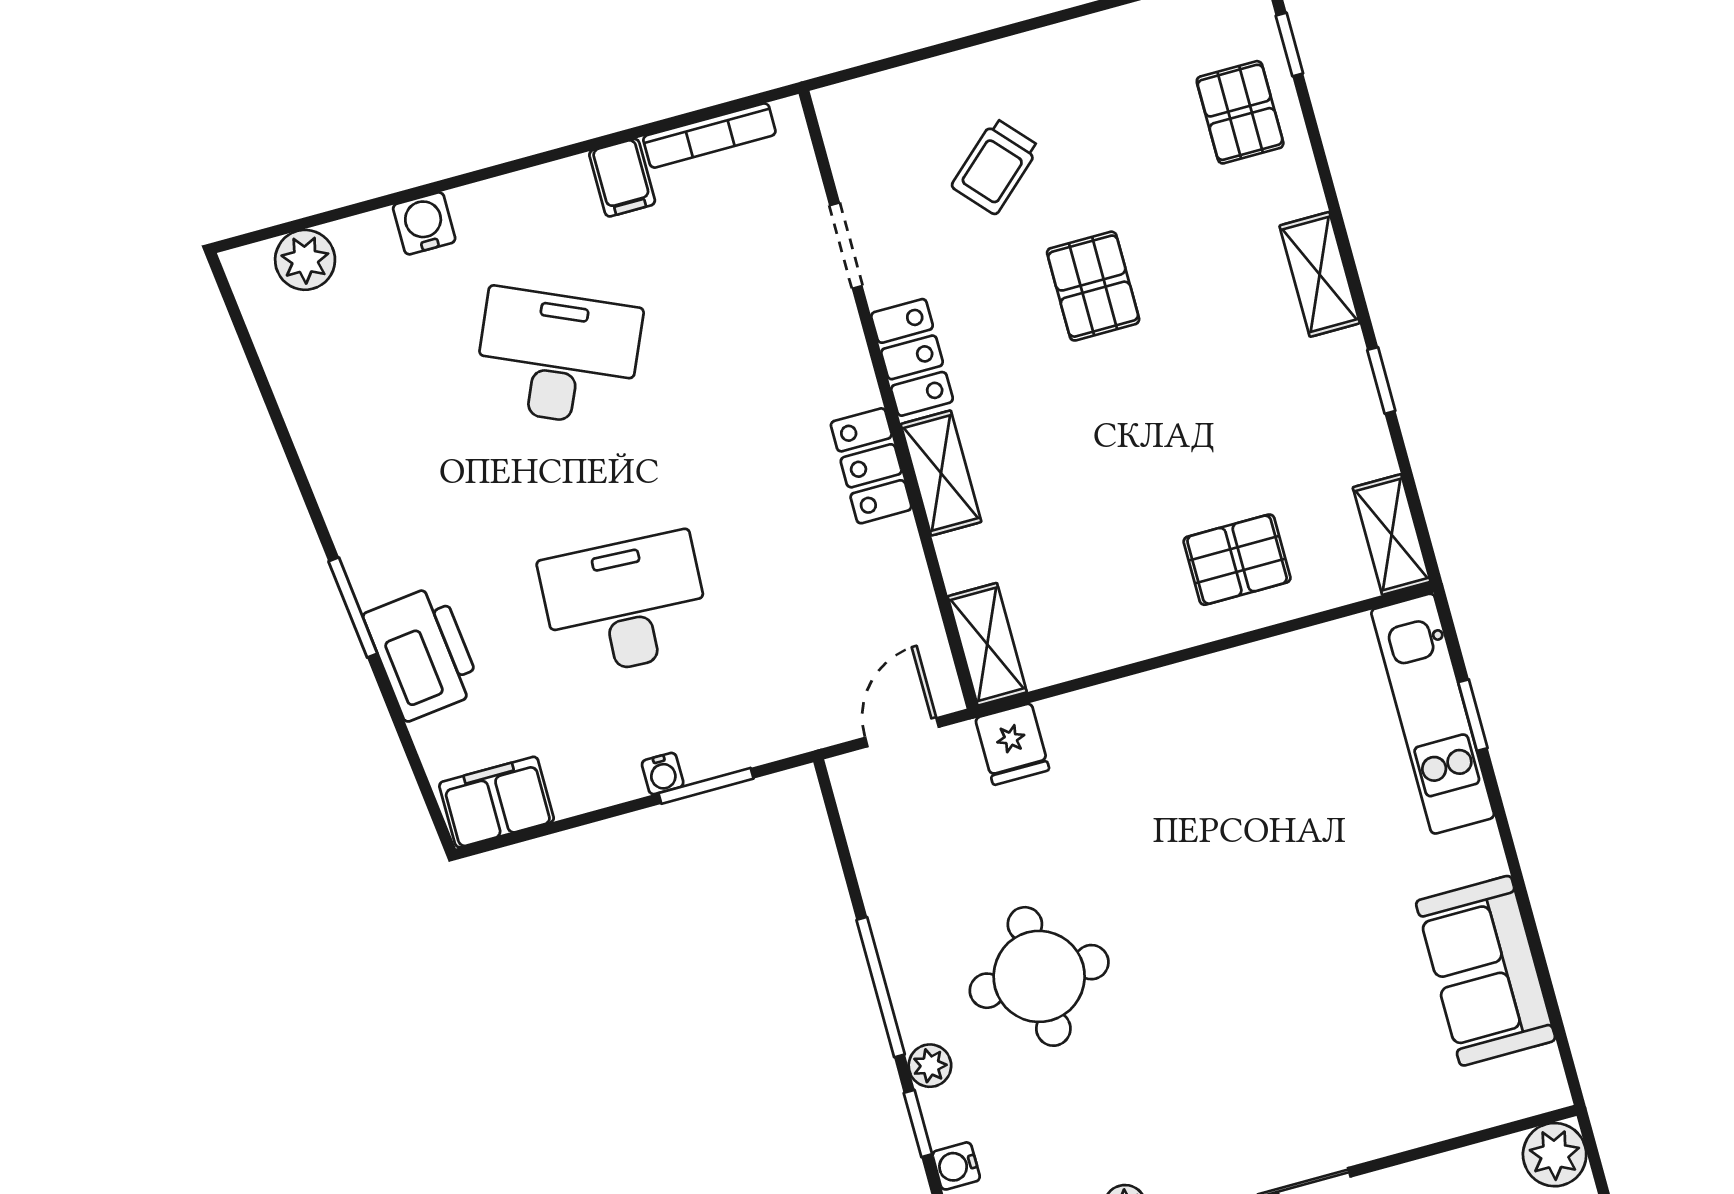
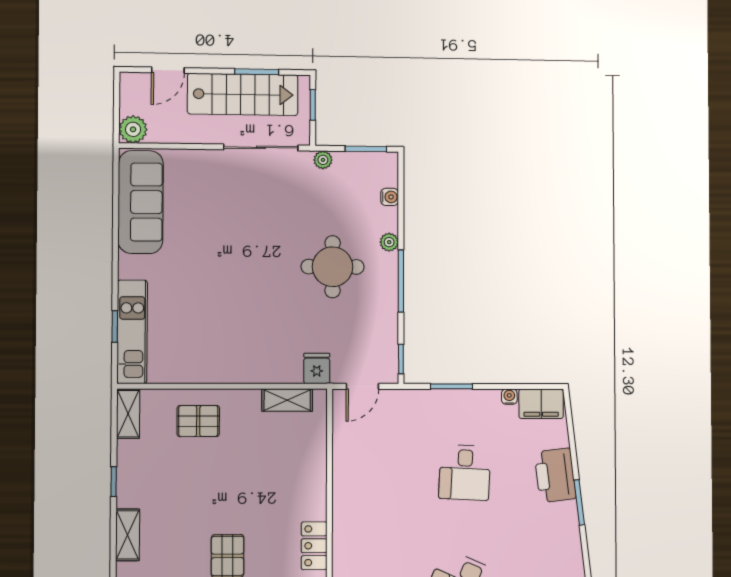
locker: (871, 466) -> (344, 504), removed
shelving: (941, 473) -> (315, 493), removed
desk: (625, 605) -> (465, 473), width x0.73
shelving: (987, 644) -> (287, 400), moved, turned 90
water cooler: (663, 774) -> (509, 397), moved
sofa: (1486, 971) -> (141, 202), width x1.36
window: (918, 1123) -> (401, 359), moved

